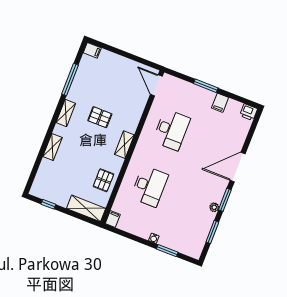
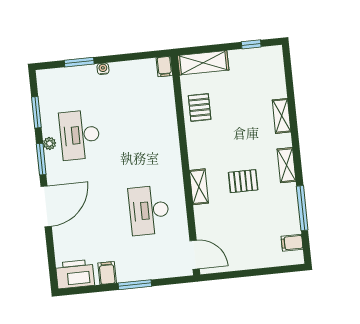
filing cabinet: (92, 50) -> (292, 243), moved
printer: (249, 112) -> (75, 274), width x1.87, depth x1.48
shelving: (124, 145) -> (199, 187), moved
desk: (149, 186) -> (80, 135), moved

